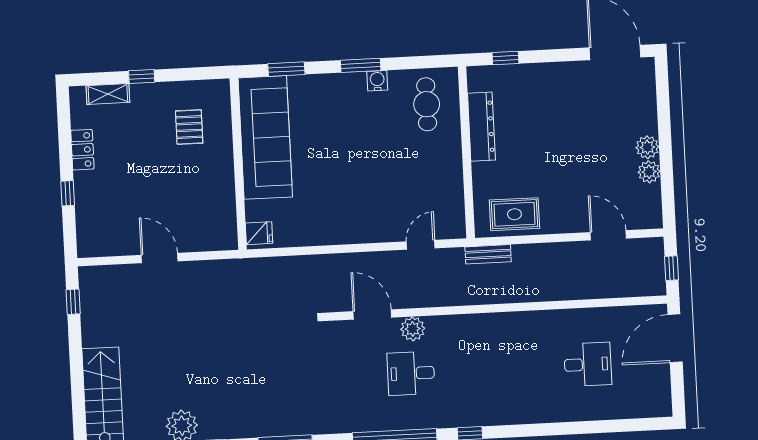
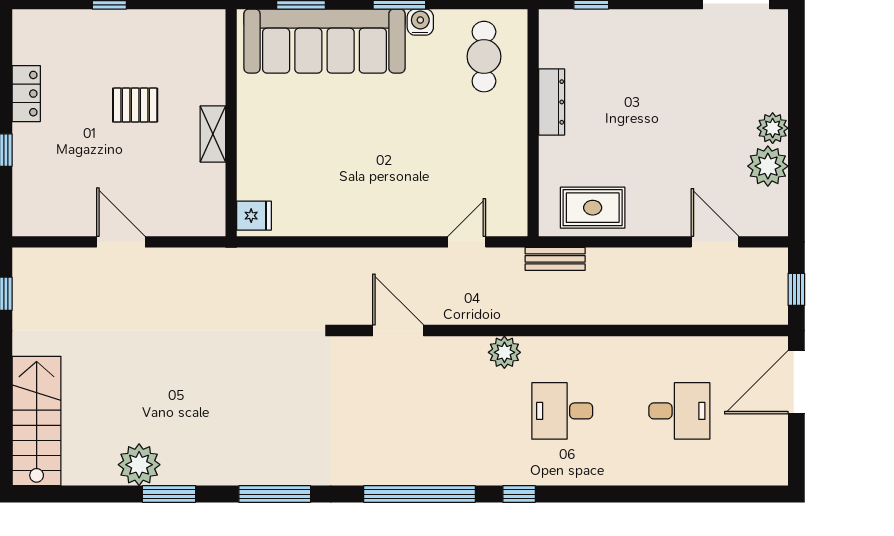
shelving: (108, 94) -> (213, 134), moved, turned 90
pallet: (189, 127) -> (135, 105), moved, turned 90
dresser: (481, 127) -> (552, 102), width x0.73, depth x0.80
sofa: (265, 137) -> (324, 41), moved, turned 90
plant: (649, 172) -> (768, 166), width x1.36, depth x1.36
plant: (413, 329) -> (504, 352), moved
desk: (411, 373) -> (562, 411), moved

